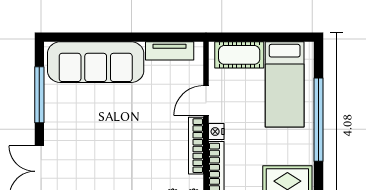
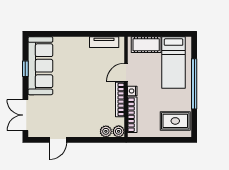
sofa: (96, 62) -> (40, 66), moved, turned -90
window: (39, 95) -> (25, 69), width x0.46

